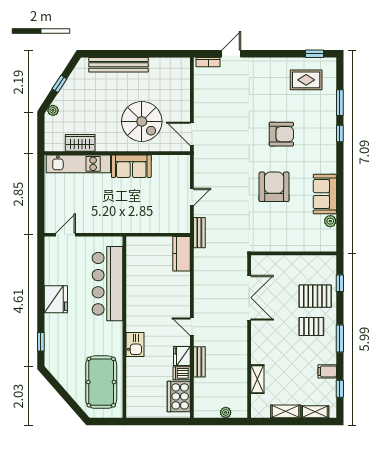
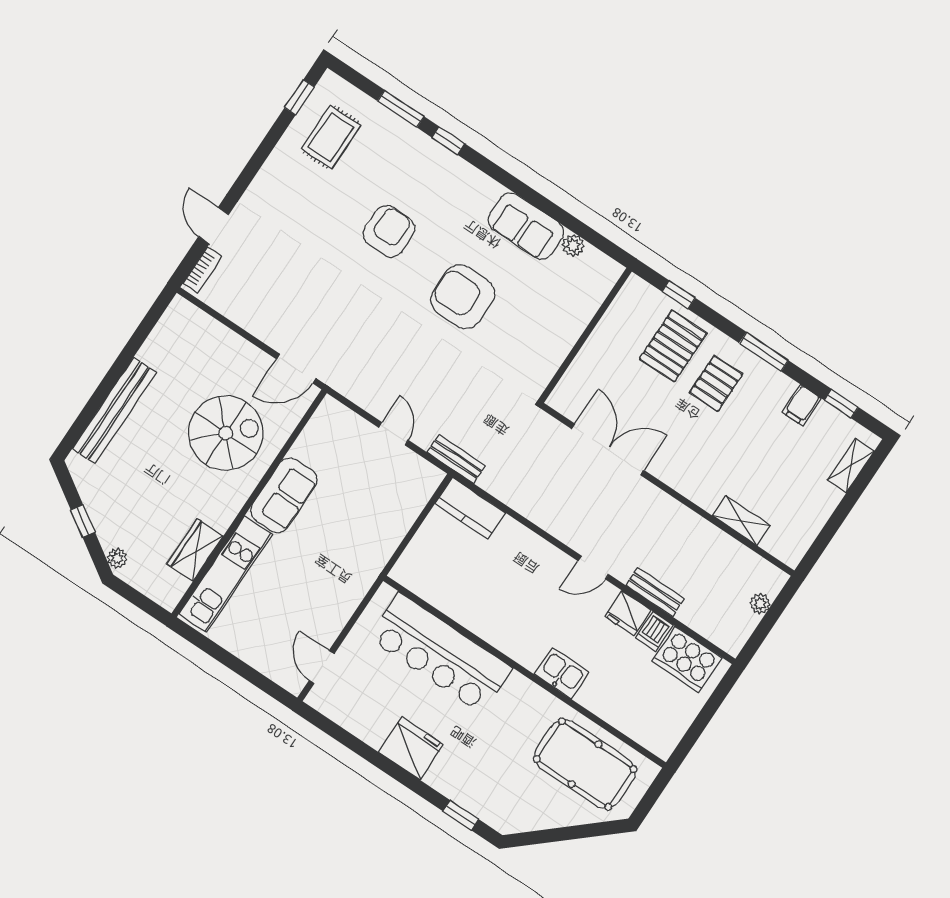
shelving: (285, 411) -> (820, 510), removed

